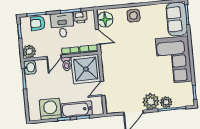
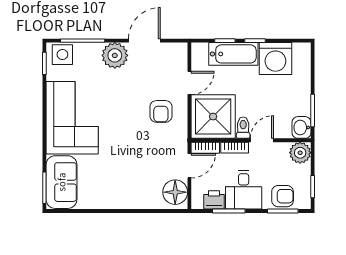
side table: (133, 16) -> (62, 55), moved
door: (98, 37) -> (189, 166), swing flipped
armchair: (119, 69) -> (161, 111), added
plant: (166, 102) -> (91, 52), removed

